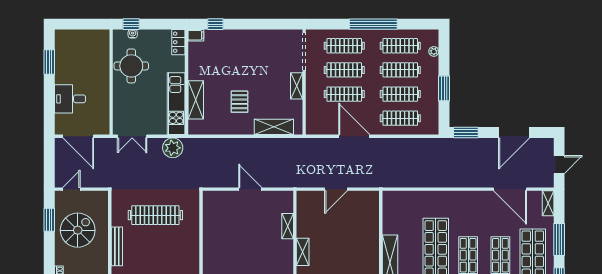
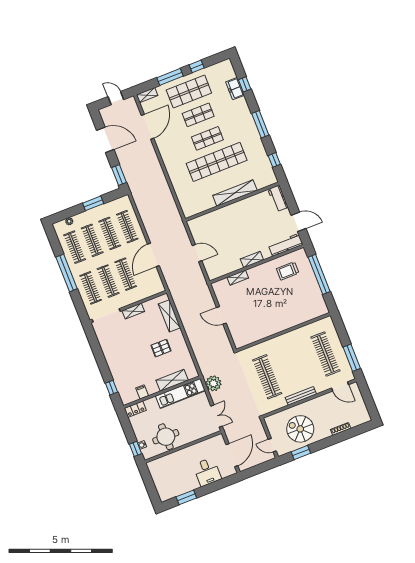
filing cabinet: (196, 35) -> (142, 392), moved
door: (250, 189) -> (221, 315), hinge flipped

